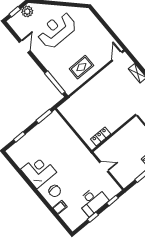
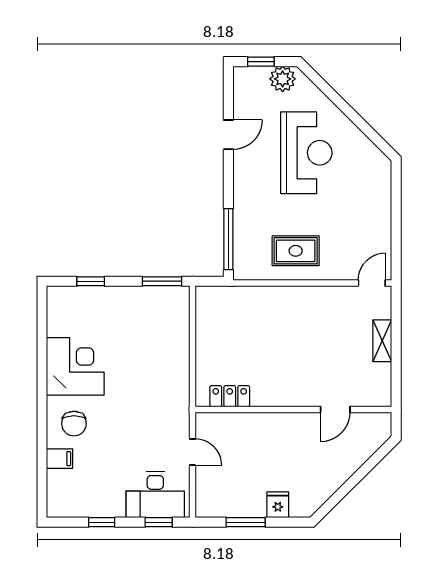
reception desk: (57, 30) -> (306, 153), turned 90
desk: (93, 201) -> (155, 495), moved

